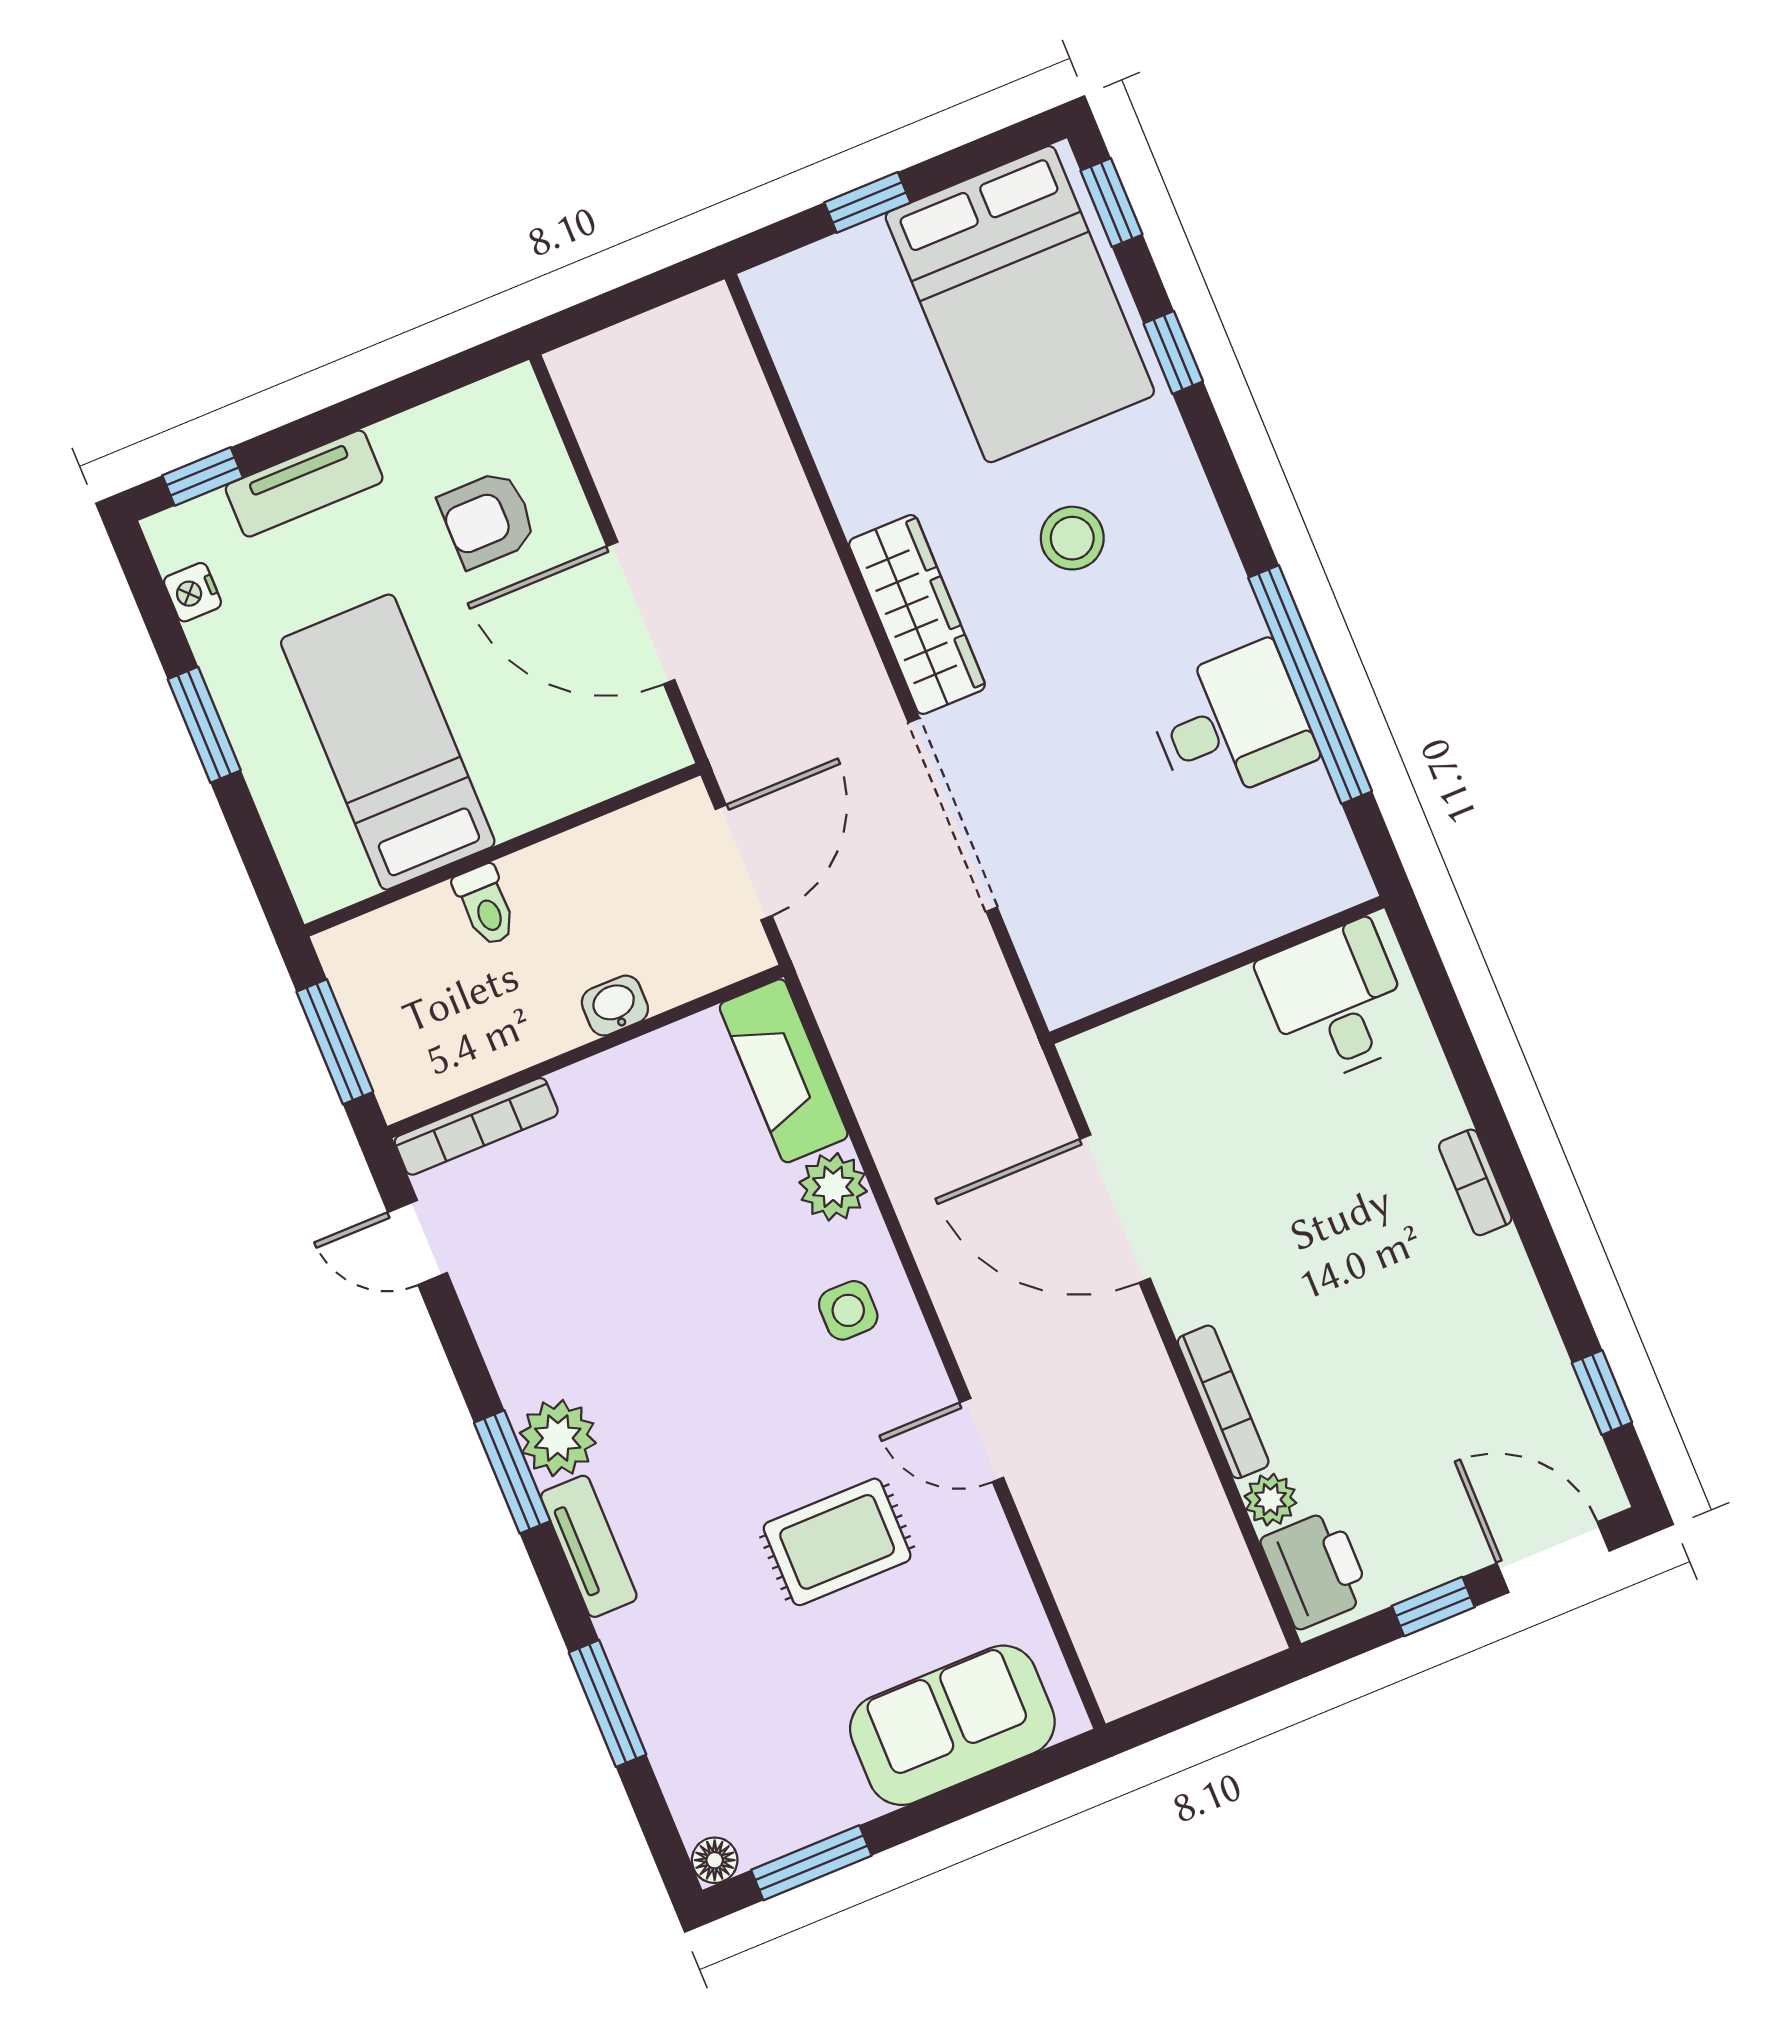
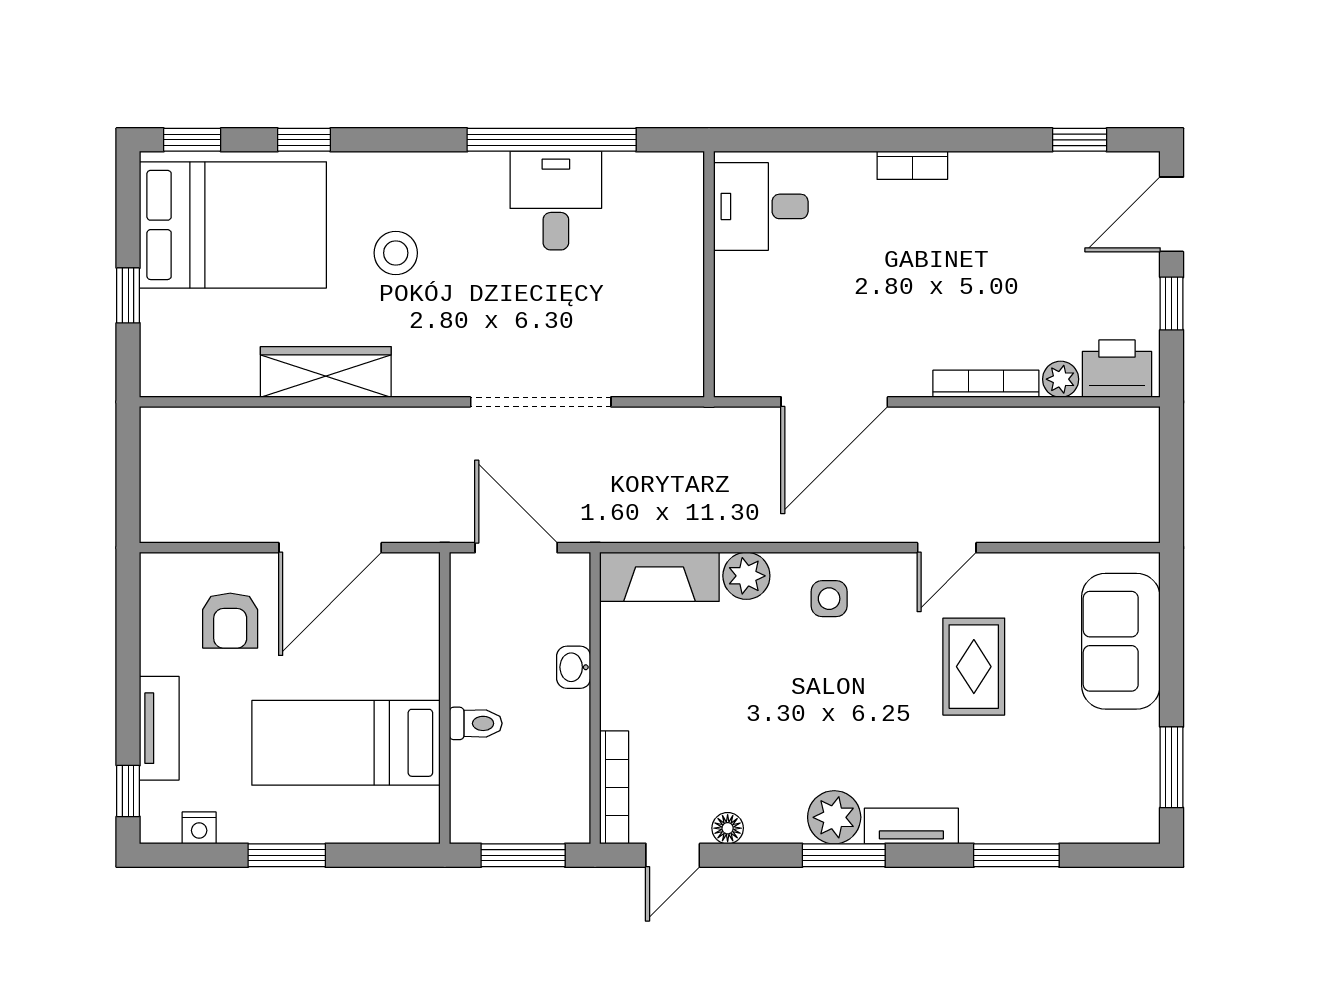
wardrobe: (917, 615) -> (326, 372), moved
floor lamp: (715, 1860) -> (728, 828), moved

